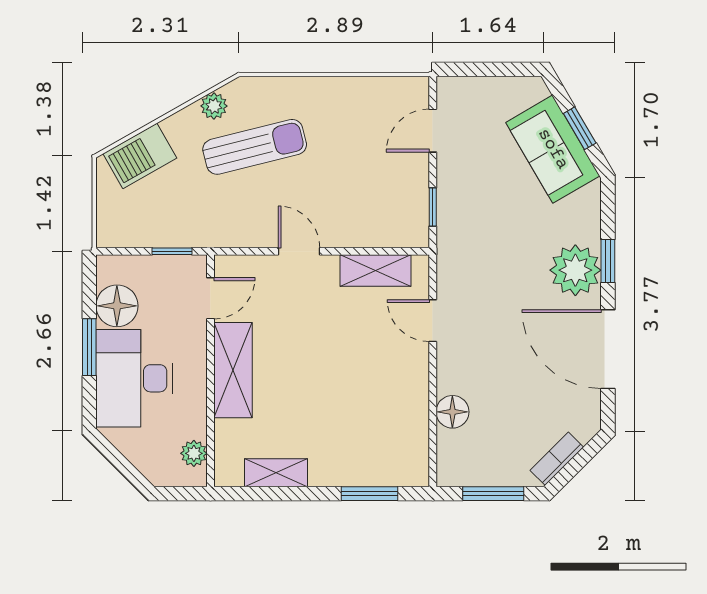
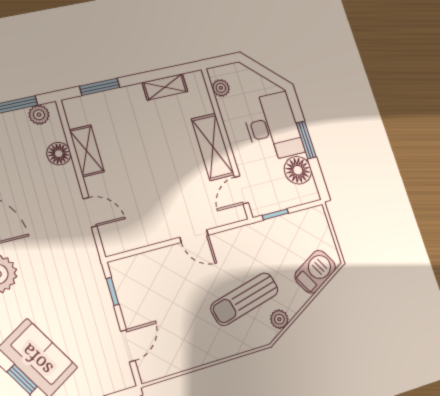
shelving: (375, 271) -> (87, 151), moved, turned 90
plant: (464, 473) -> (39, 115), added

